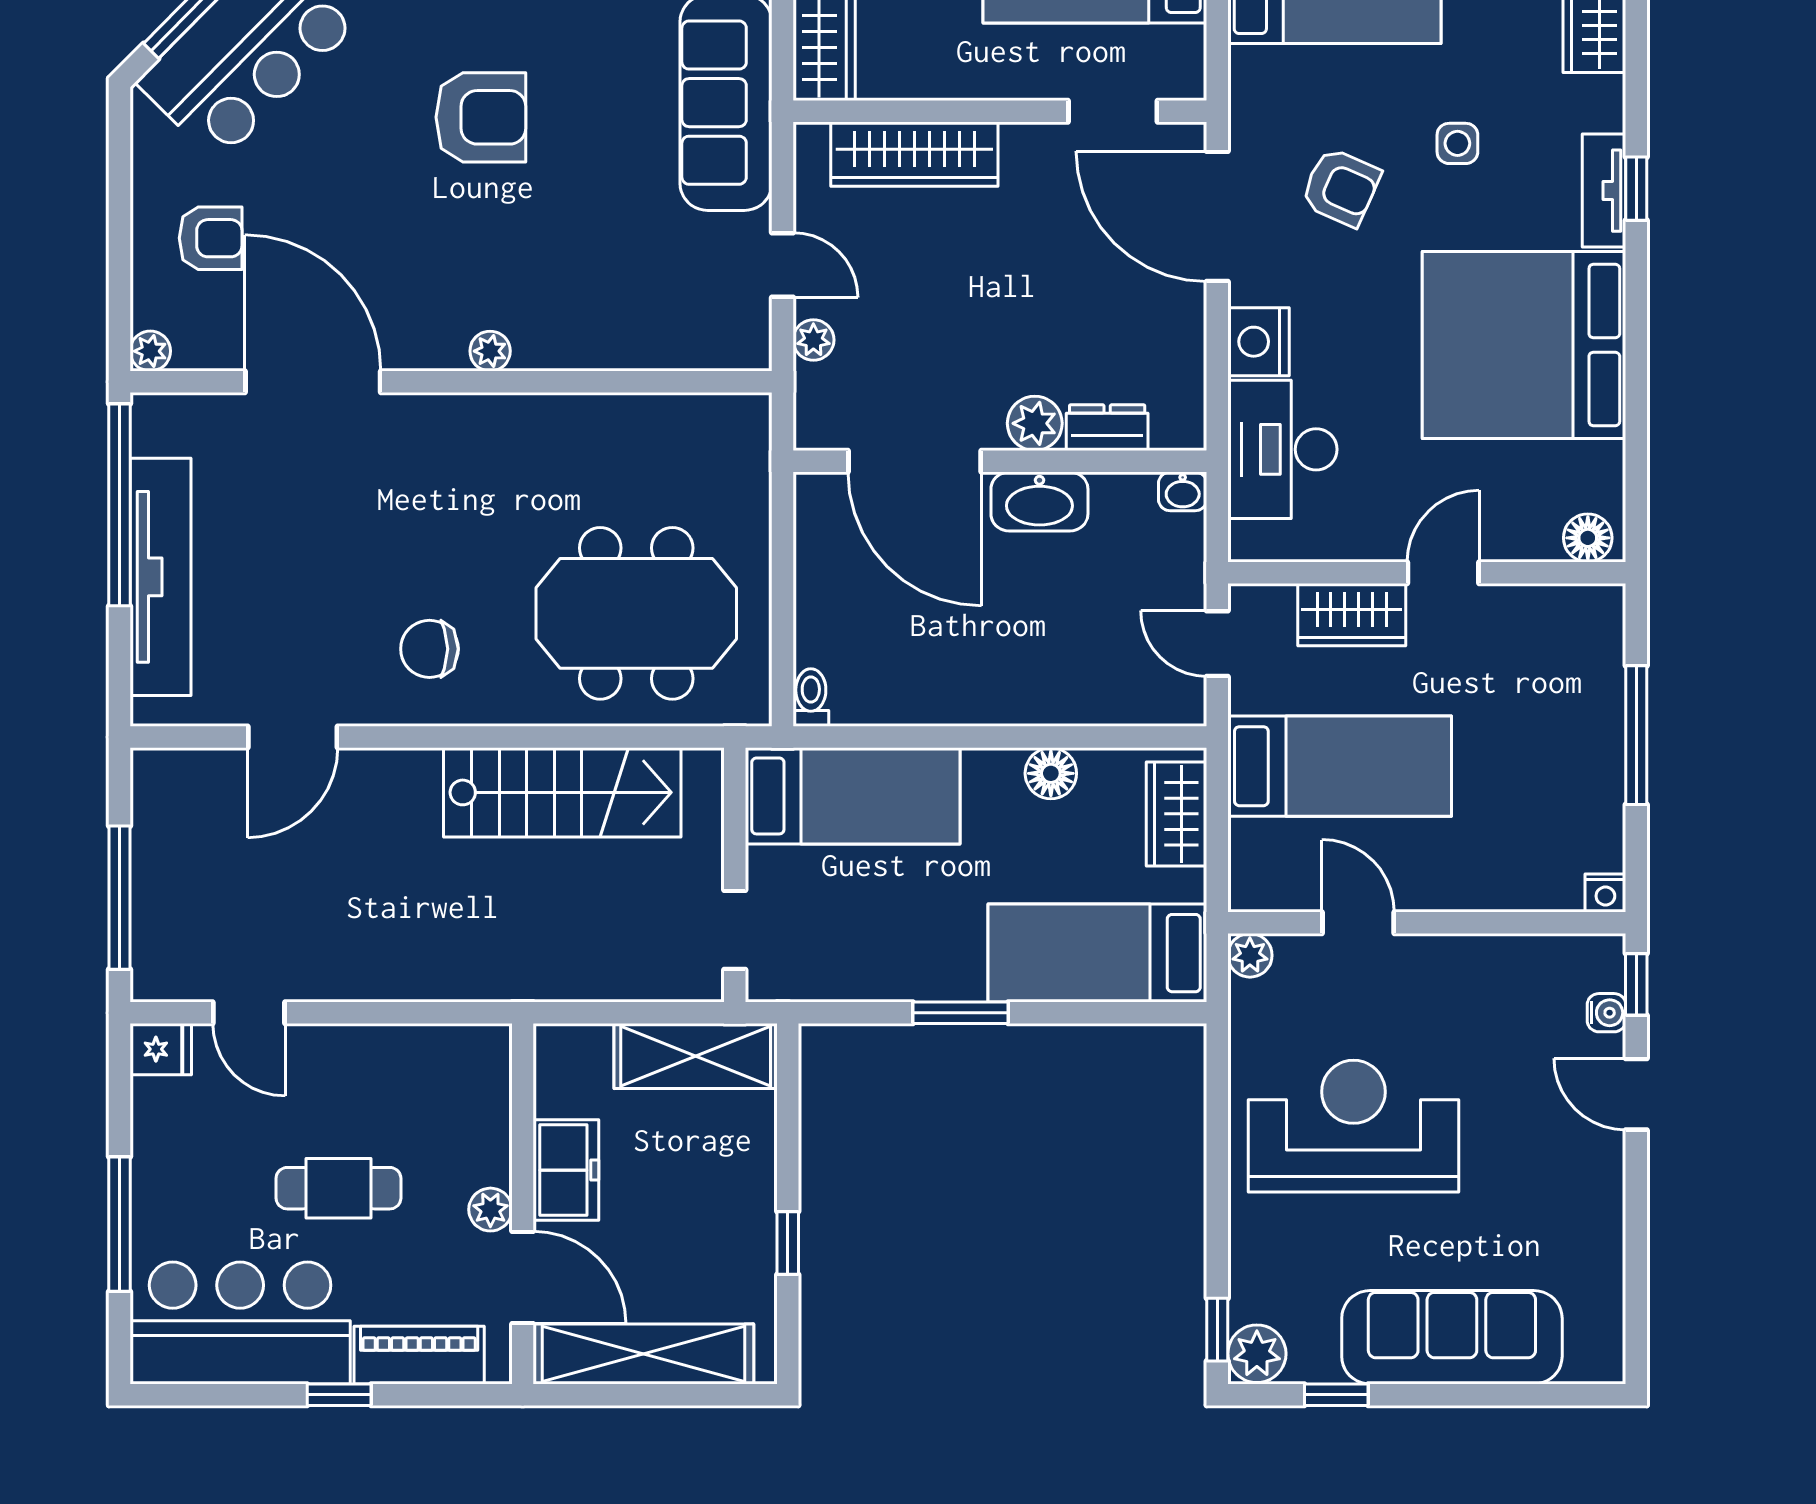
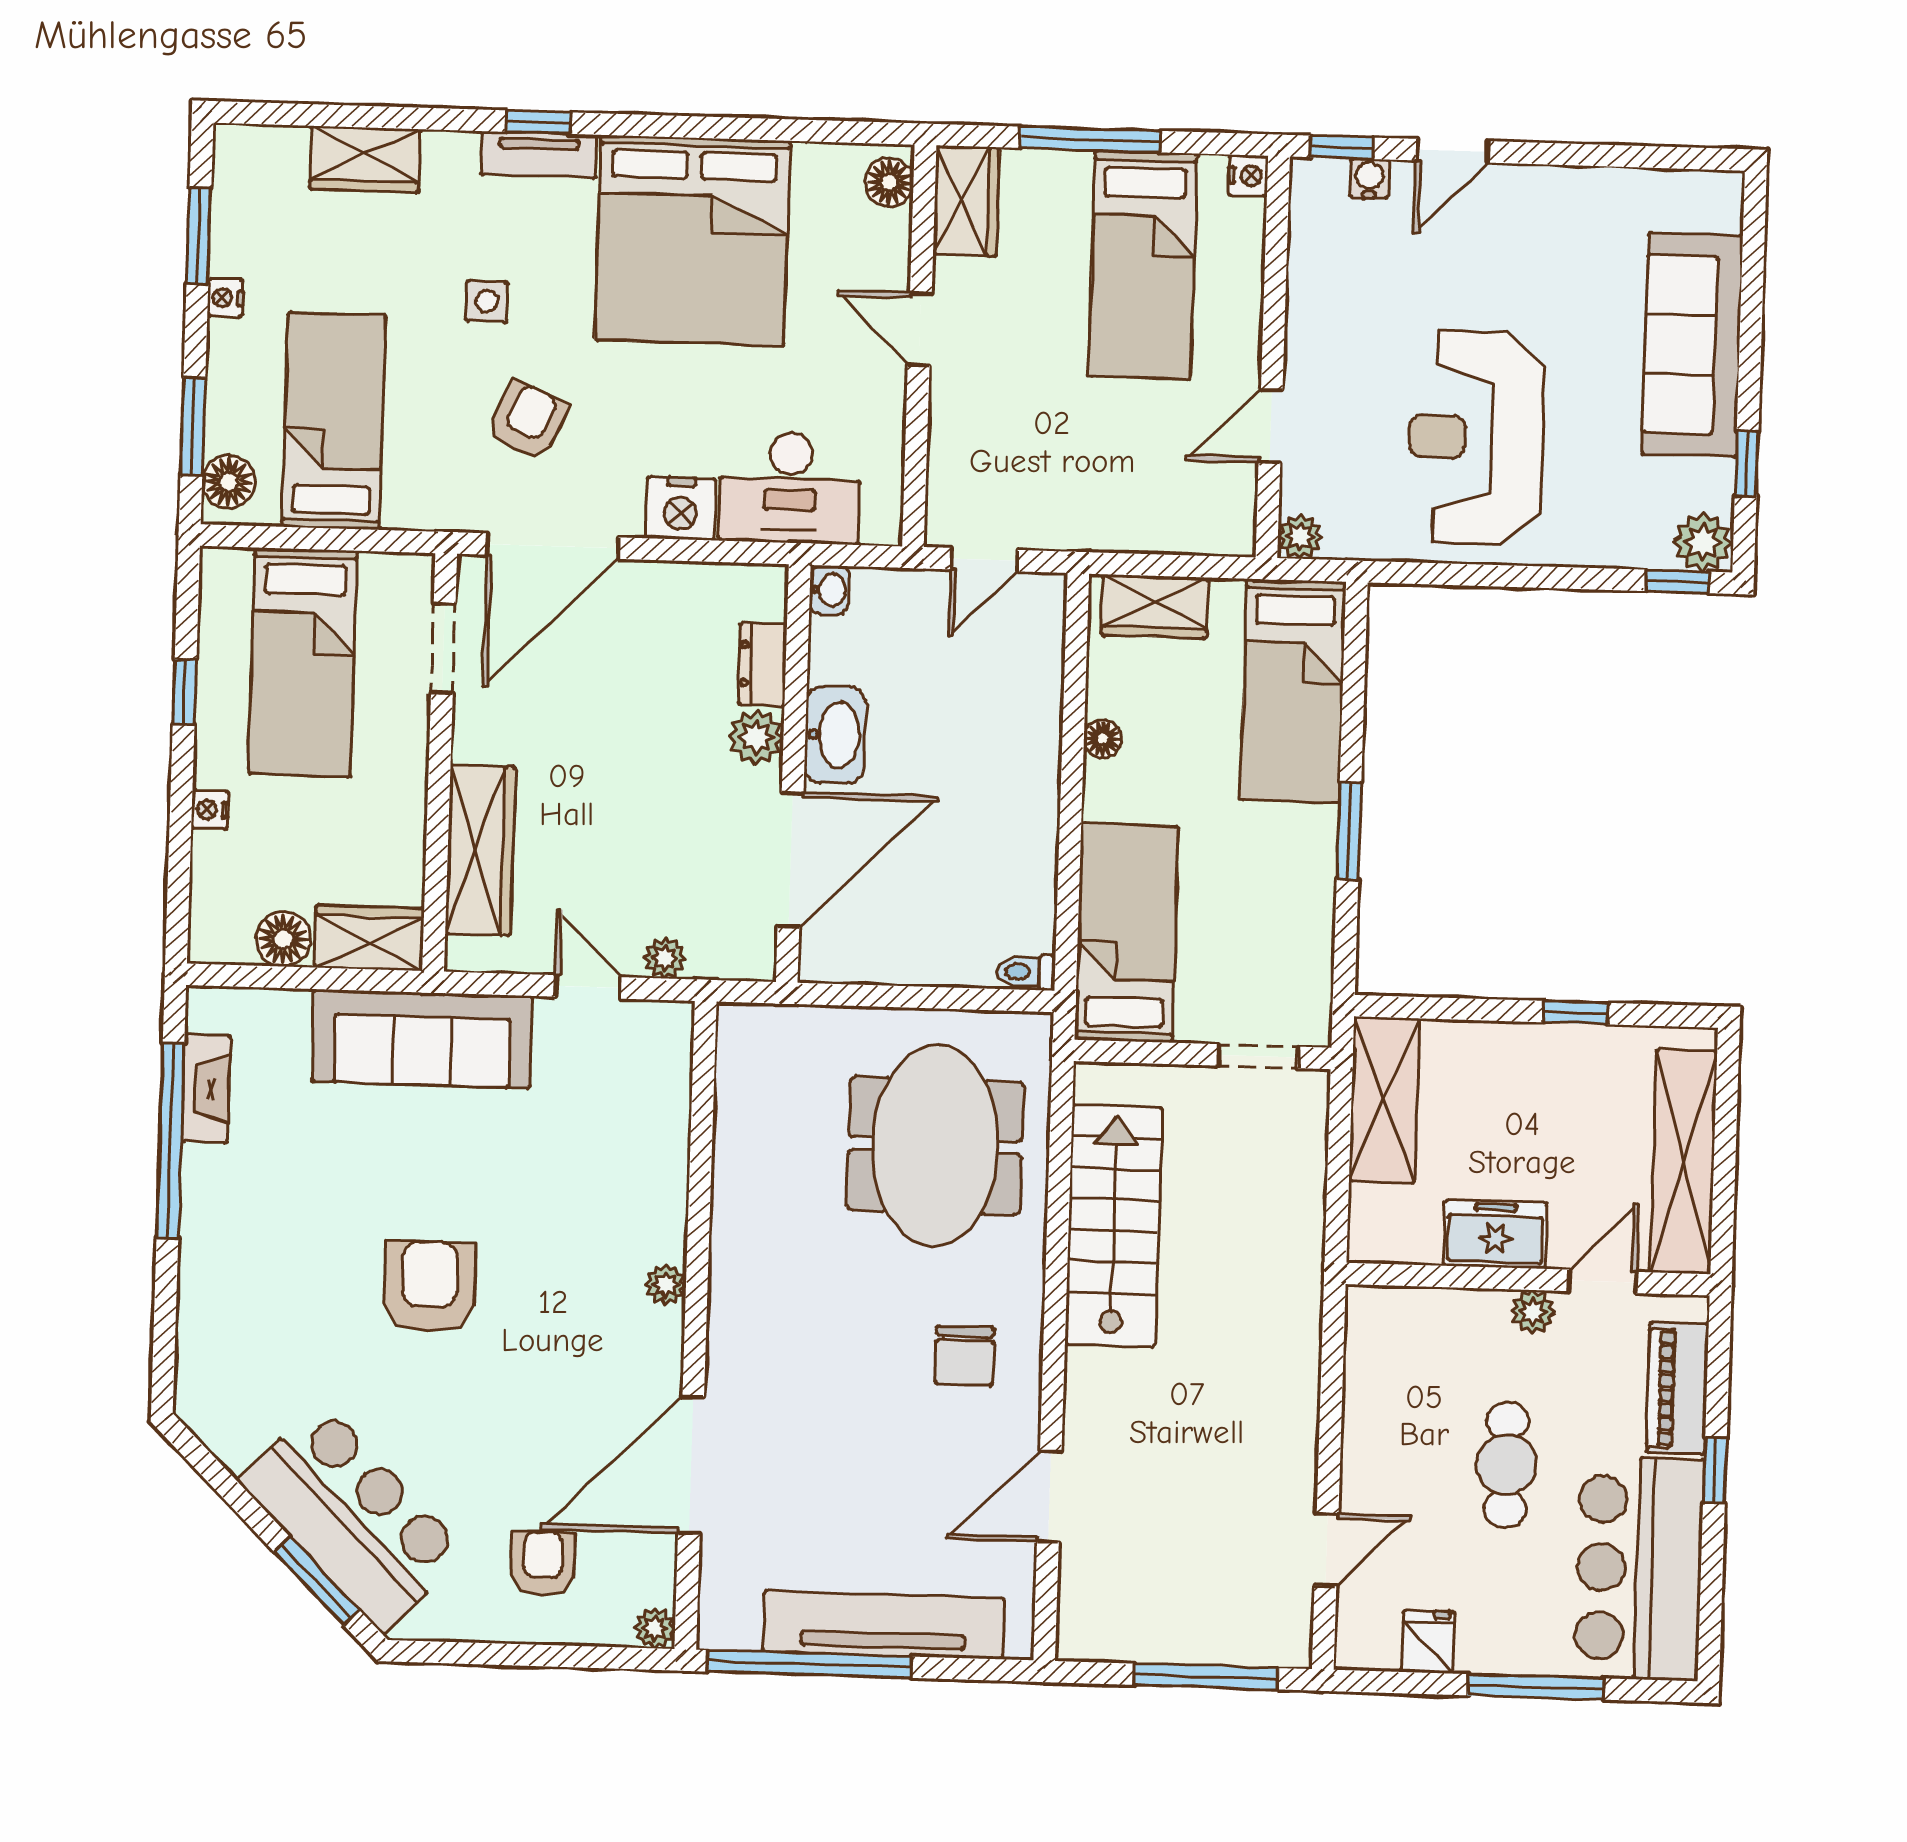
door: (782, 265) -> (588, 987), hinge flipped
wardrobe: (1352, 615) -> (966, 201), moved
door: (293, 737) -> (1049, 1497), swing flipped
bed: (1340, 766) -> (1143, 265), moved, turned 180
floor lamp: (1051, 773) -> (1103, 739), width x0.73, depth x0.73
fridge: (161, 1049) -> (1428, 1642), moved
door: (523, 1278) -> (1602, 1281), width x0.73

